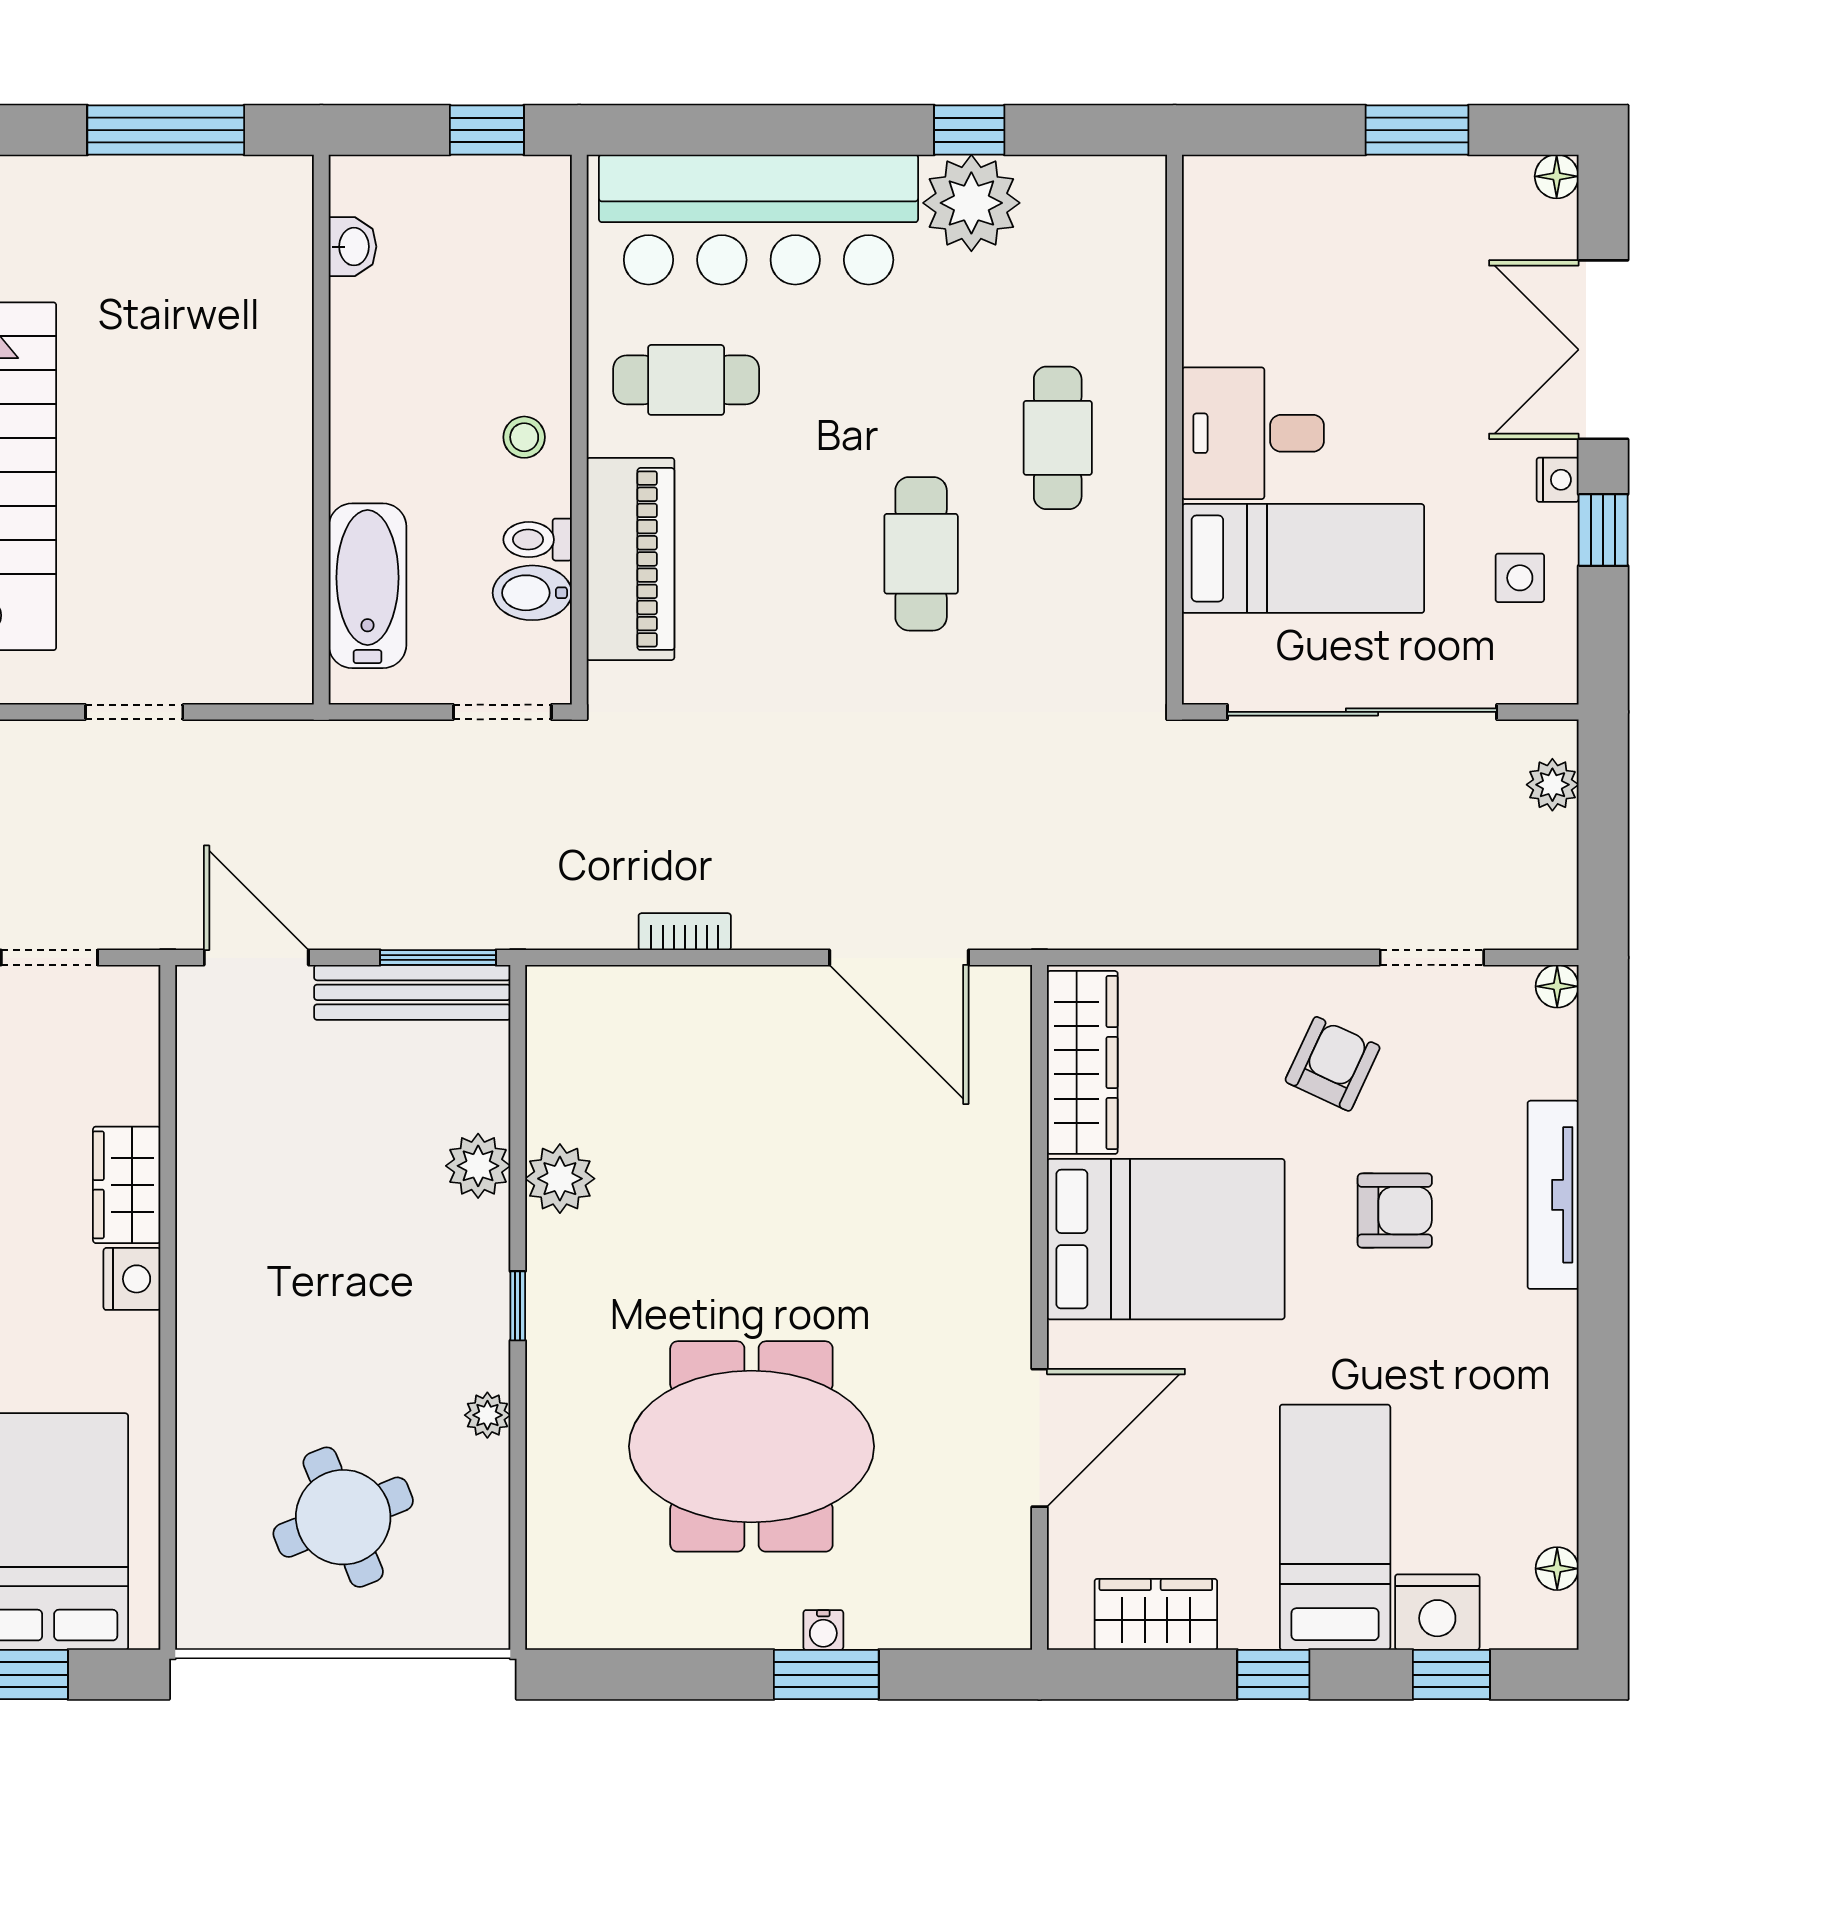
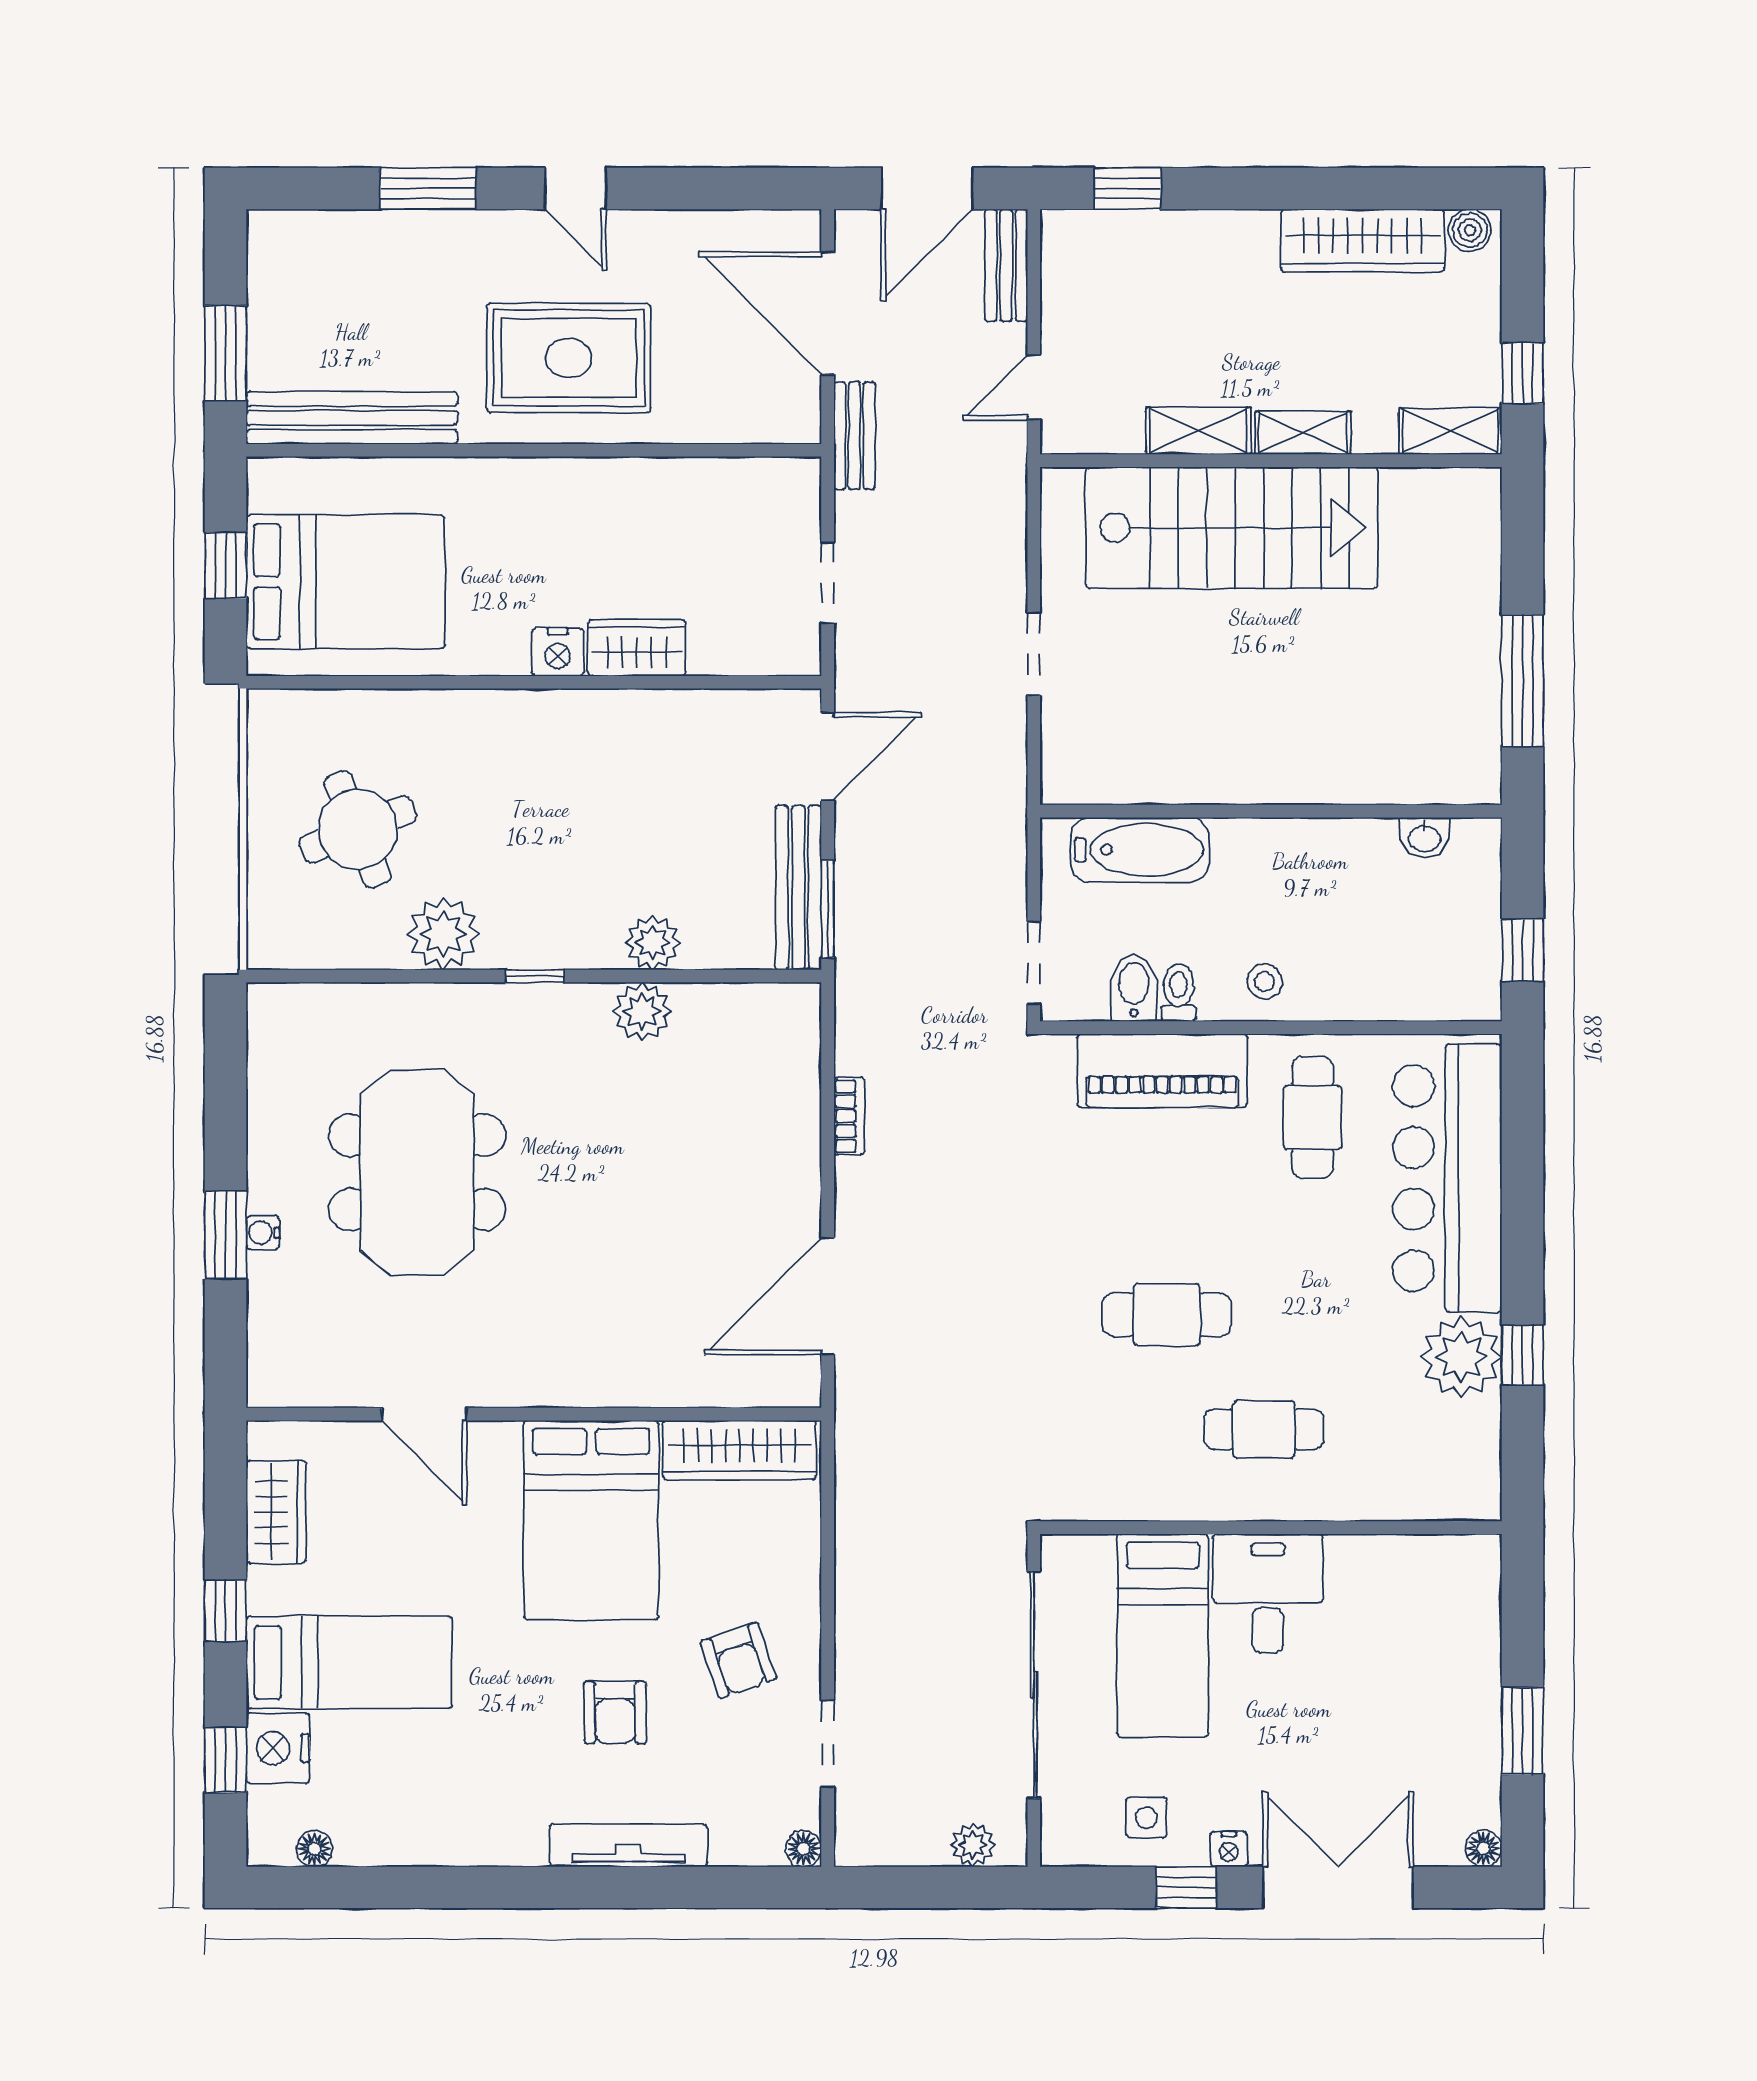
armchair: (1333, 1064) -> (738, 1660), turned 46
plant: (487, 1415) -> (443, 934), width x1.88, depth x1.88
door: (1040, 1438) -> (424, 1414), width x0.73

